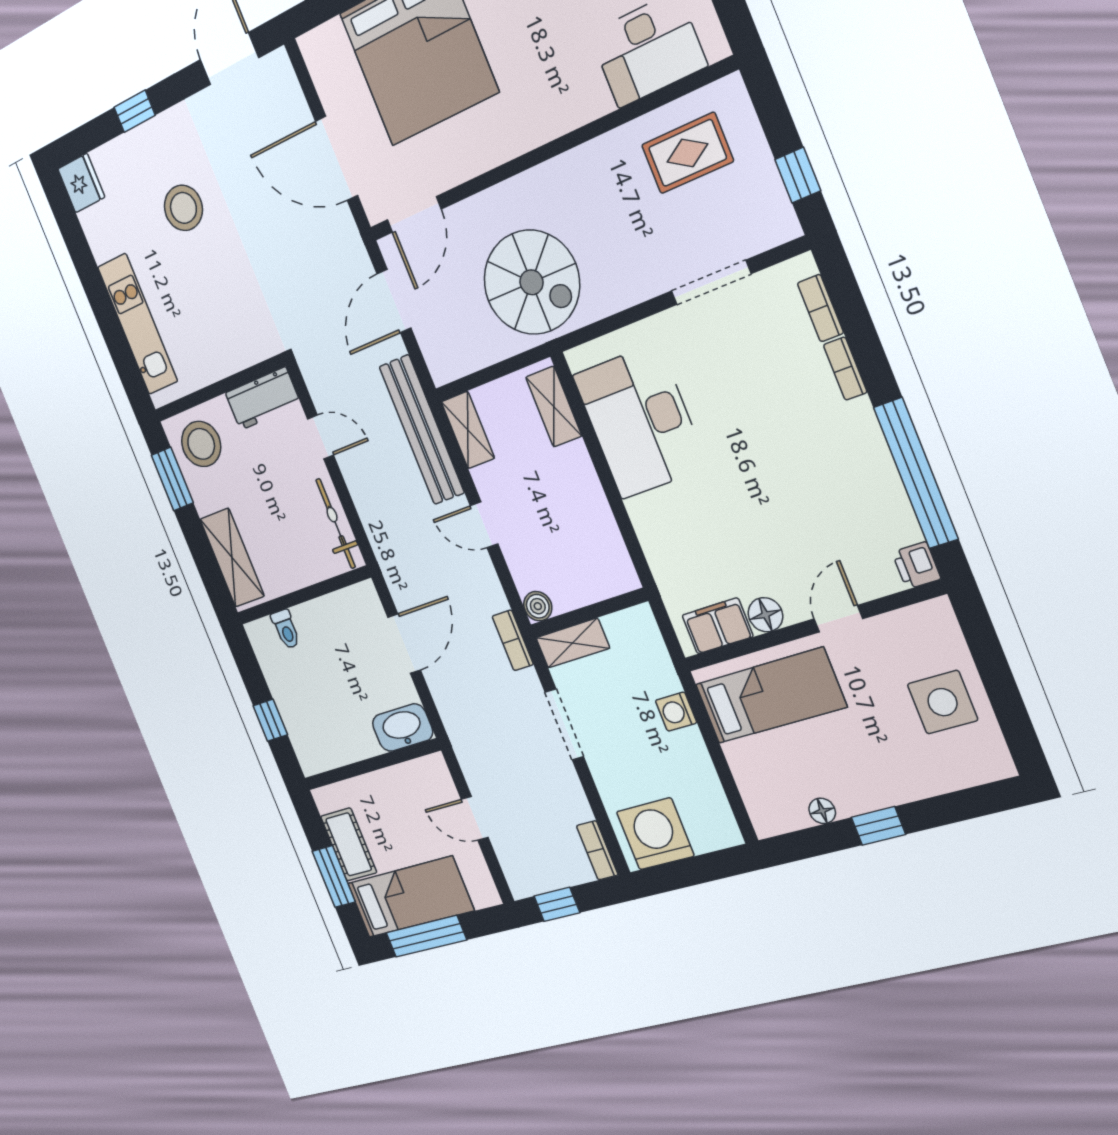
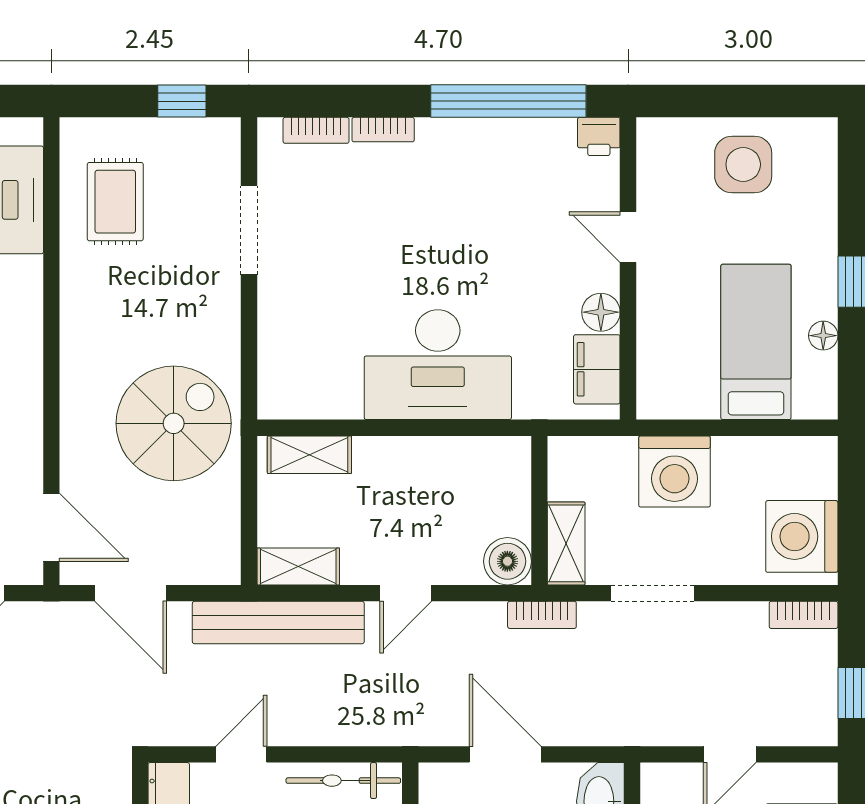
desk: (640, 421) -> (438, 365), moved
boiler: (538, 606) -> (507, 561), width x1.36, depth x1.36
bed: (770, 696) -> (756, 342), moved
washing machine: (676, 712) -> (674, 472), width x1.89, depth x1.89

